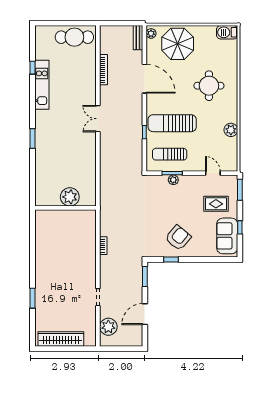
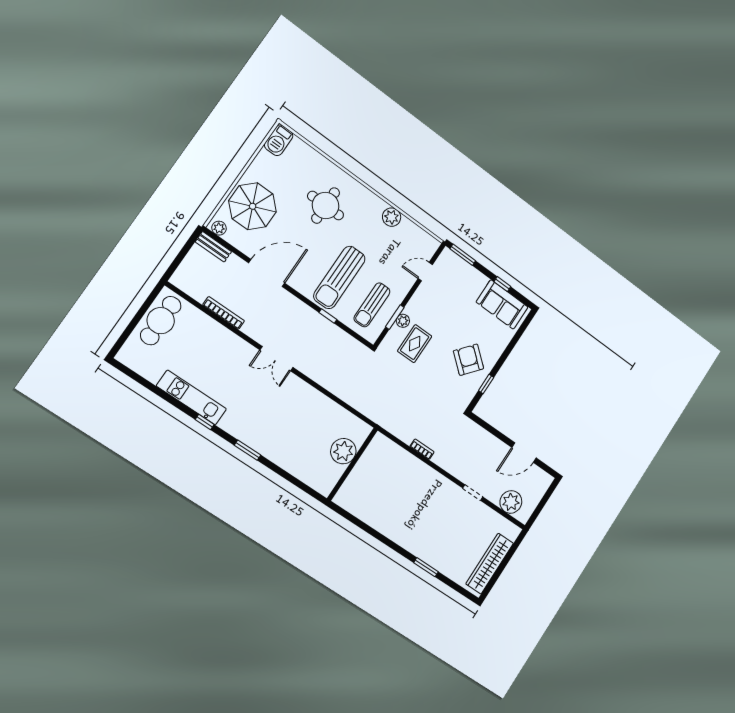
window: (33, 68) -> (205, 422), moved
rug: (216, 204) -> (415, 344), moved
window: (145, 277) -> (485, 425), removed
door: (145, 314) -> (524, 453), hinge flipped

